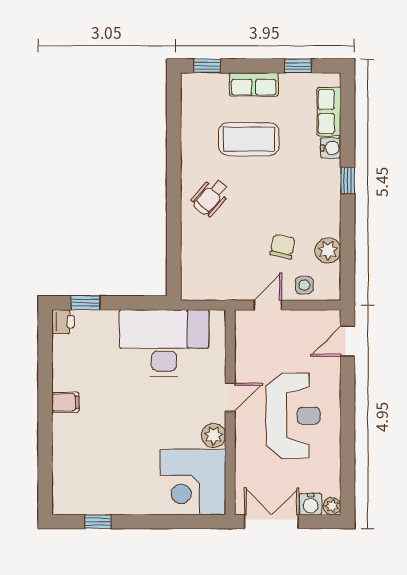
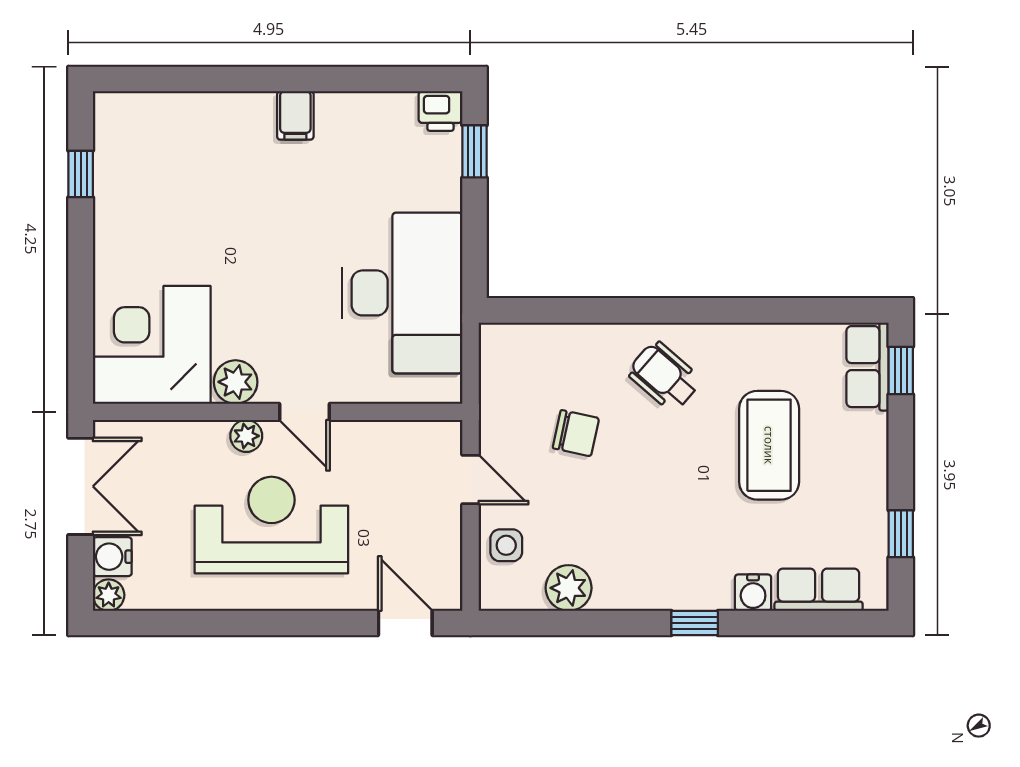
row of seats: (254, 84) -> (868, 367), moved
chair: (283, 247) -> (576, 433), moved
reception desk: (293, 416) -> (271, 525), turned 180
plant: (244, 430) -> (246, 436), added

